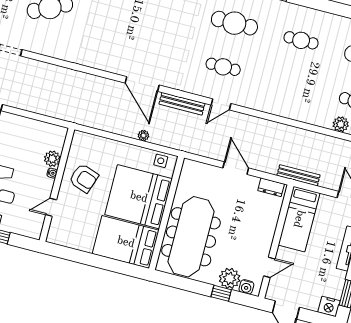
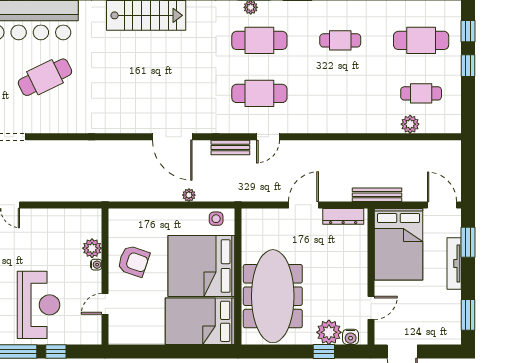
cafe table: (223, 67) -> (259, 93), width x1.37, depth x1.35
bench: (182, 104) -> (230, 148), width x0.73
door: (236, 168) -> (304, 205), hinge flipped
dresser: (271, 187) -> (343, 216), width x1.44
bed: (299, 219) -> (399, 244), width x1.50
nightstand: (329, 306) -> (450, 335), removed

